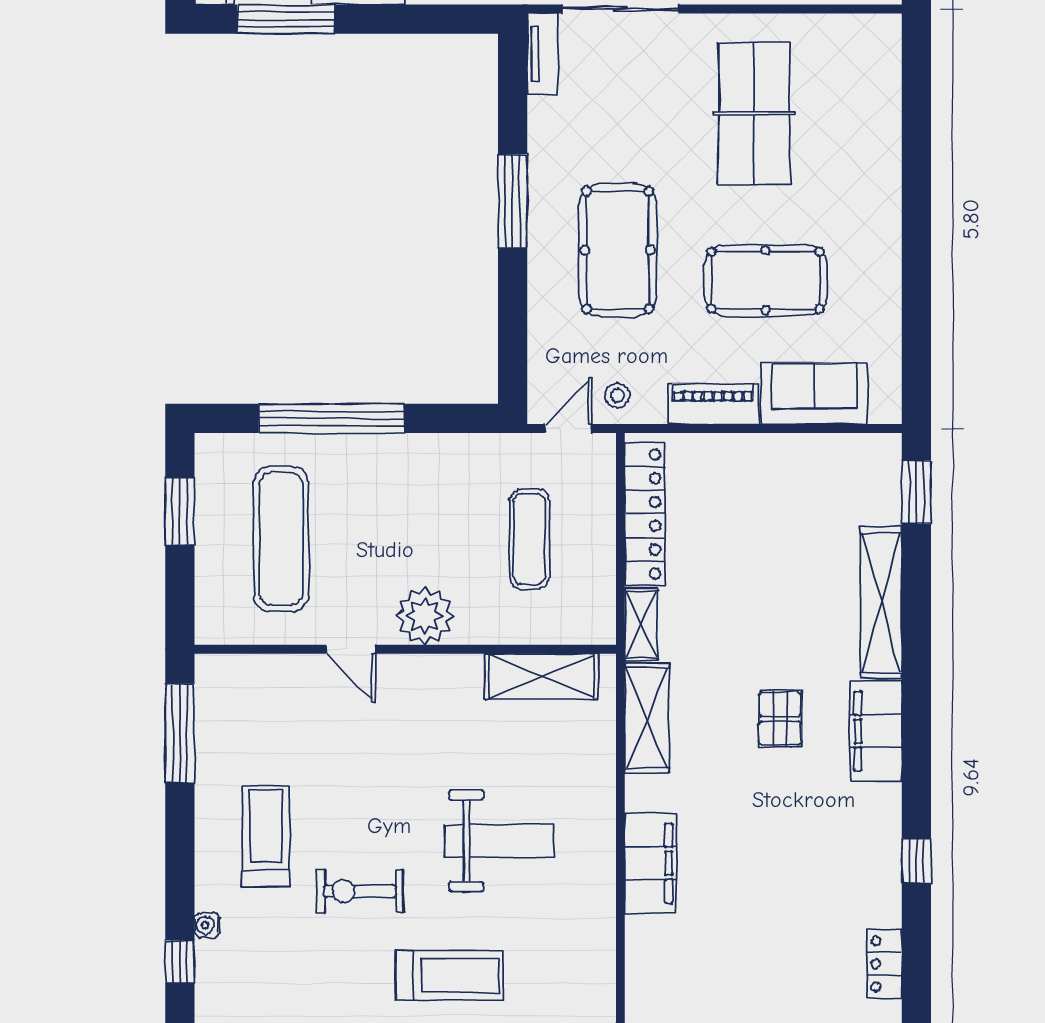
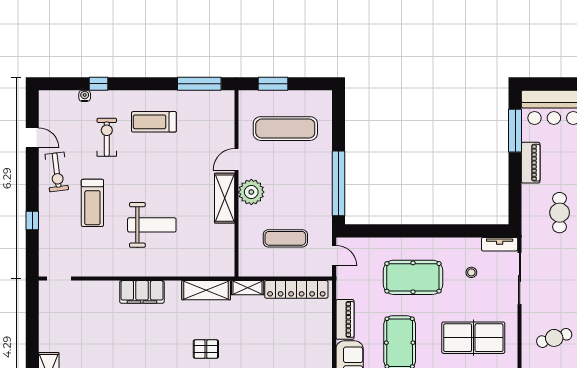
window: (513, 201) -> (435, 231), removed
stool: (617, 395) -> (471, 272), moved
window: (332, 418) -> (339, 183), moved
window: (180, 511) -> (273, 84), moved
shelving: (542, 676) -> (225, 198), moved
treadmill: (266, 836) -> (154, 122), turned 180
weight bench: (499, 841) -> (152, 225), turned -90
exercise bike: (360, 891) -> (107, 137), moved
water cooler: (207, 925) -> (85, 96), moved

